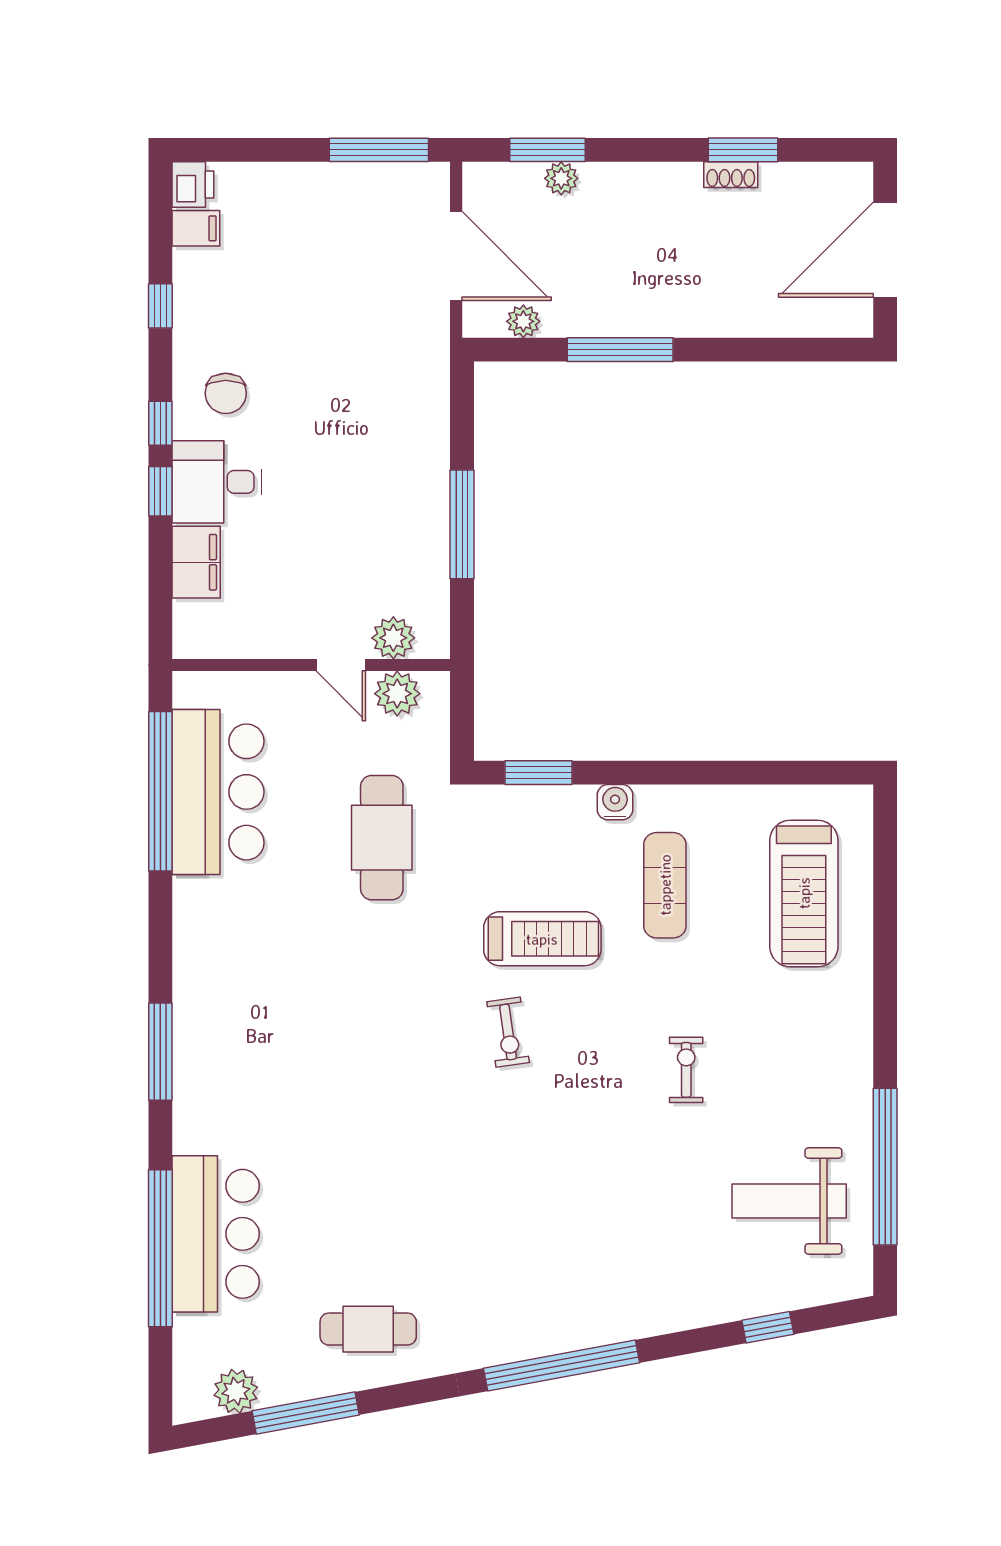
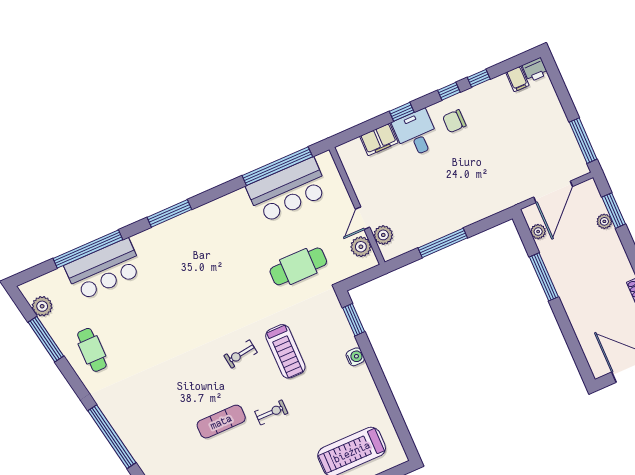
window: (160, 423) -> (449, 91), moved
exercise mat: (665, 885) -> (221, 422), moved
exercise bike: (686, 1070) -> (271, 412), moved

